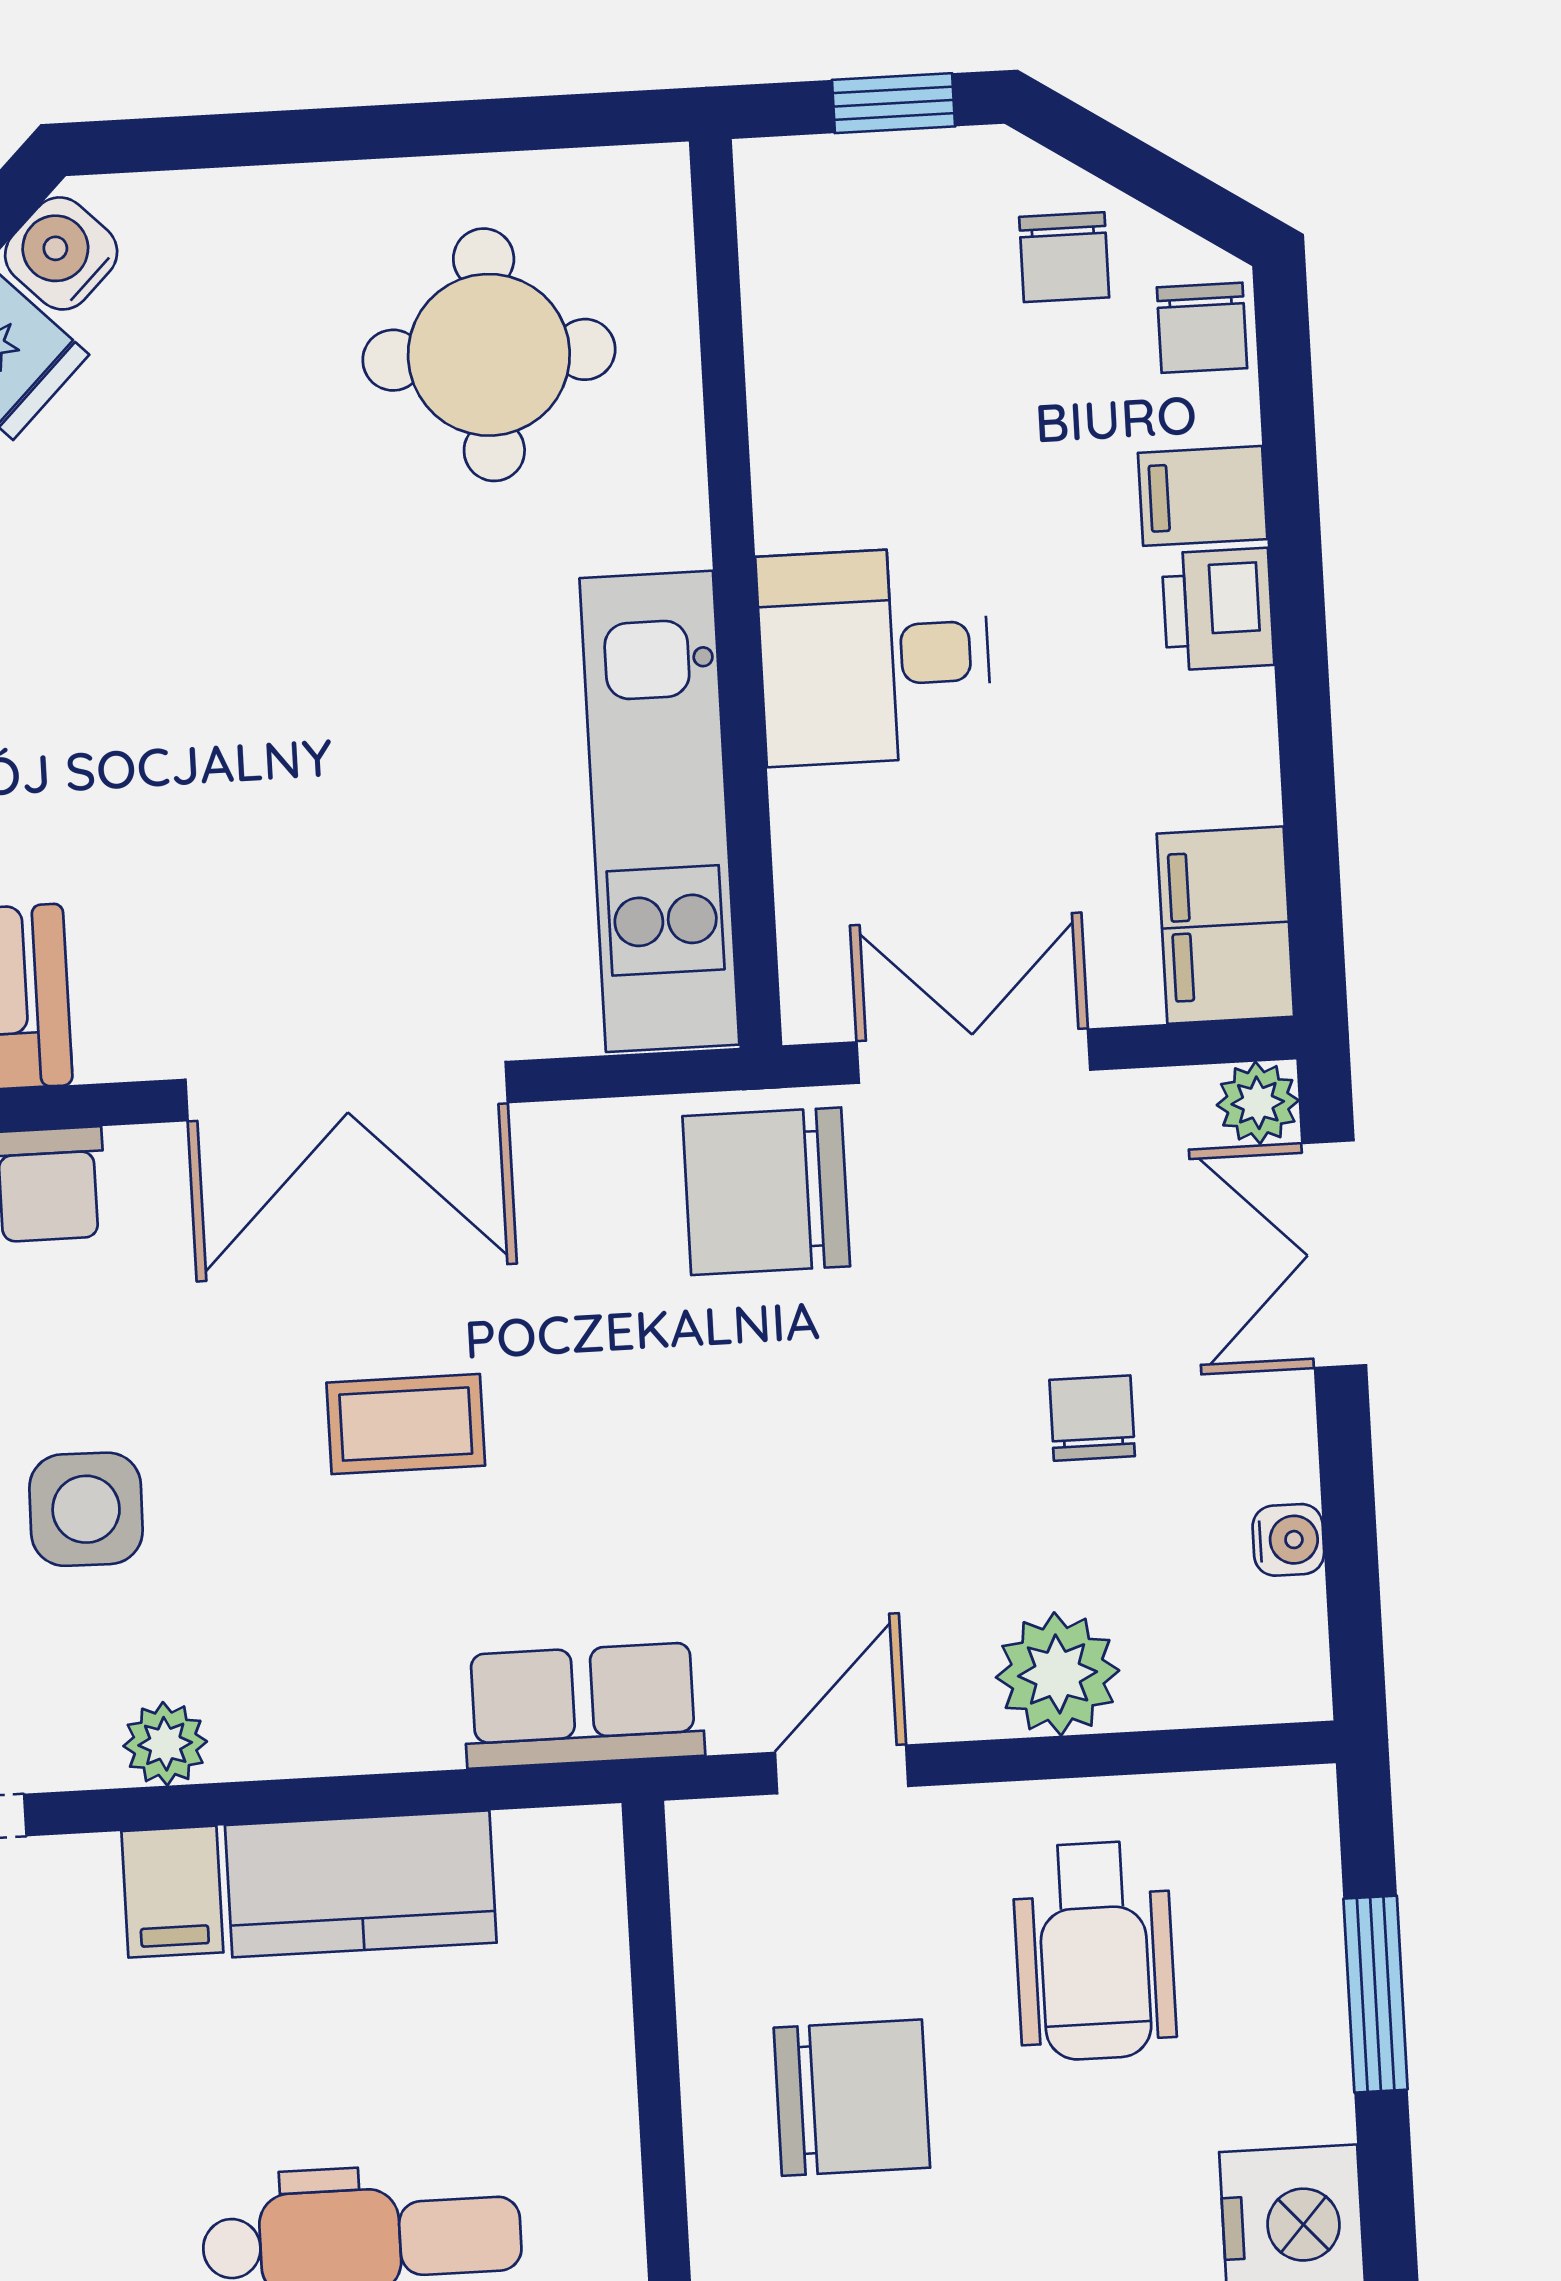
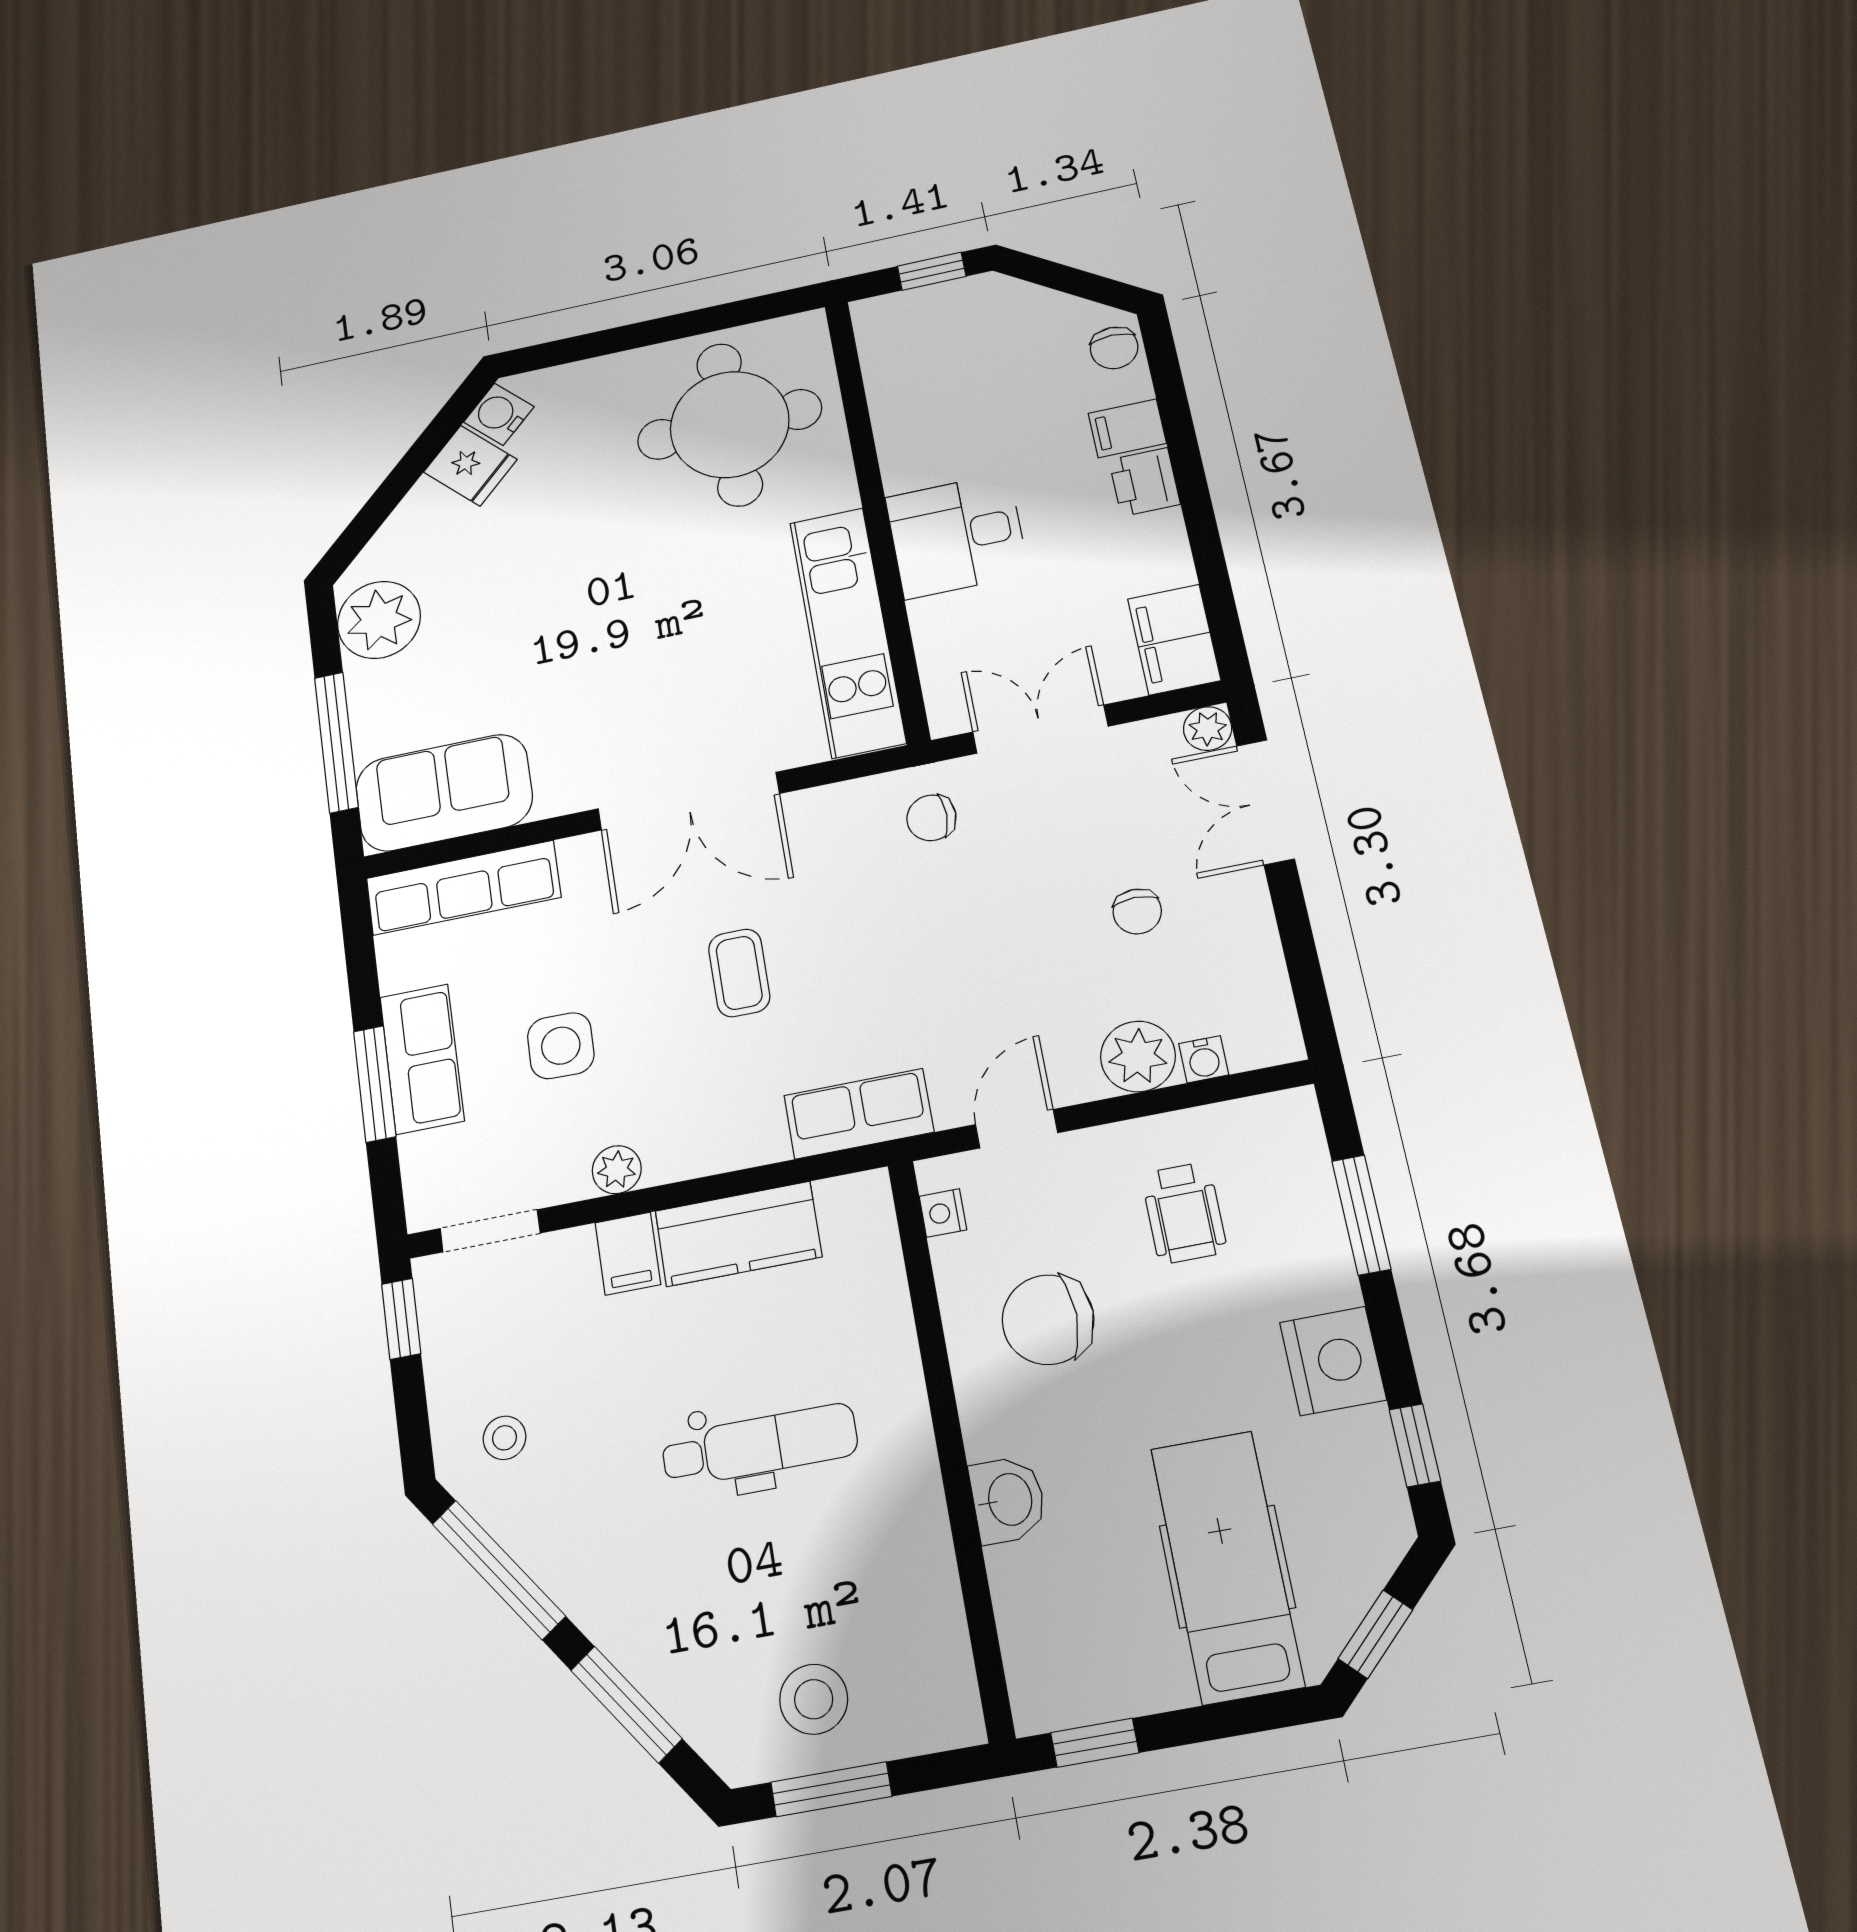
chair: (1064, 257) -> (1034, 327), removed
round table: (489, 355) -> (730, 424), width x1.36, depth x1.36
chair: (766, 1191) -> (931, 818), width x0.54, depth x0.54
chair: (1092, 1418) -> (1137, 911), turned 180
coffee table: (406, 1424) -> (739, 973), turned 90
water cooler: (1288, 1540) -> (1204, 1059), moved, turned 90
nightstand: (703, 1896) -> (943, 1213), added
wheelchair: (1094, 1951) -> (1184, 1213), width x0.73, depth x0.73
chair: (852, 2098) -> (1048, 1320), turned 180

